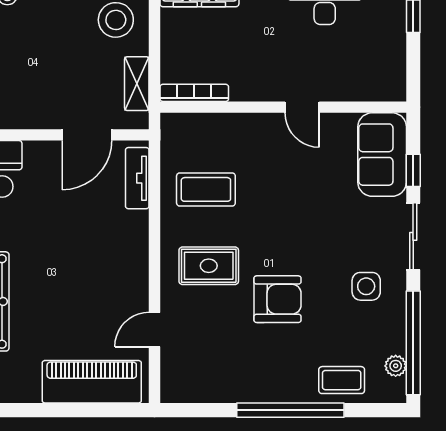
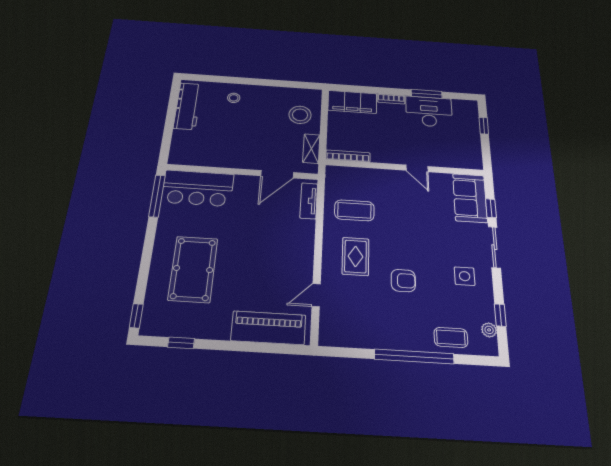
rug: (209, 266) -> (355, 256), turned 90
armchair: (277, 299) -> (403, 281), width x0.72, depth x0.72
window: (413, 343) -> (500, 315), width x0.32

